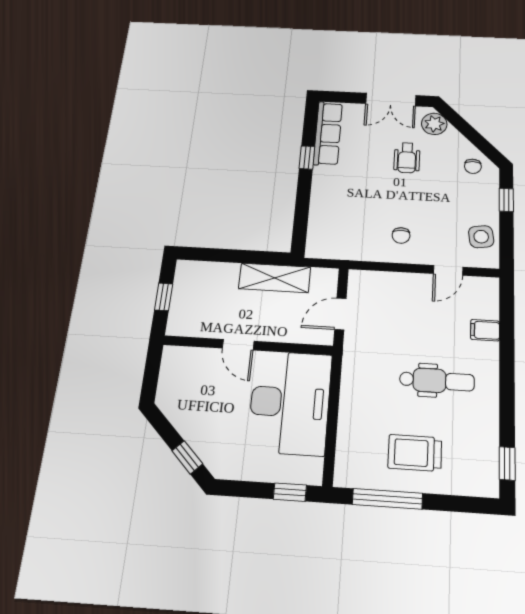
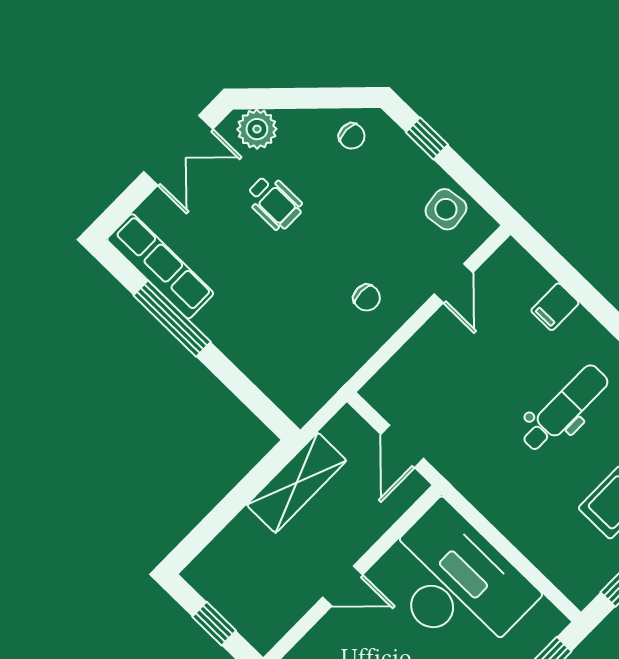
window: (307, 157) -> (172, 319), width x2.17

